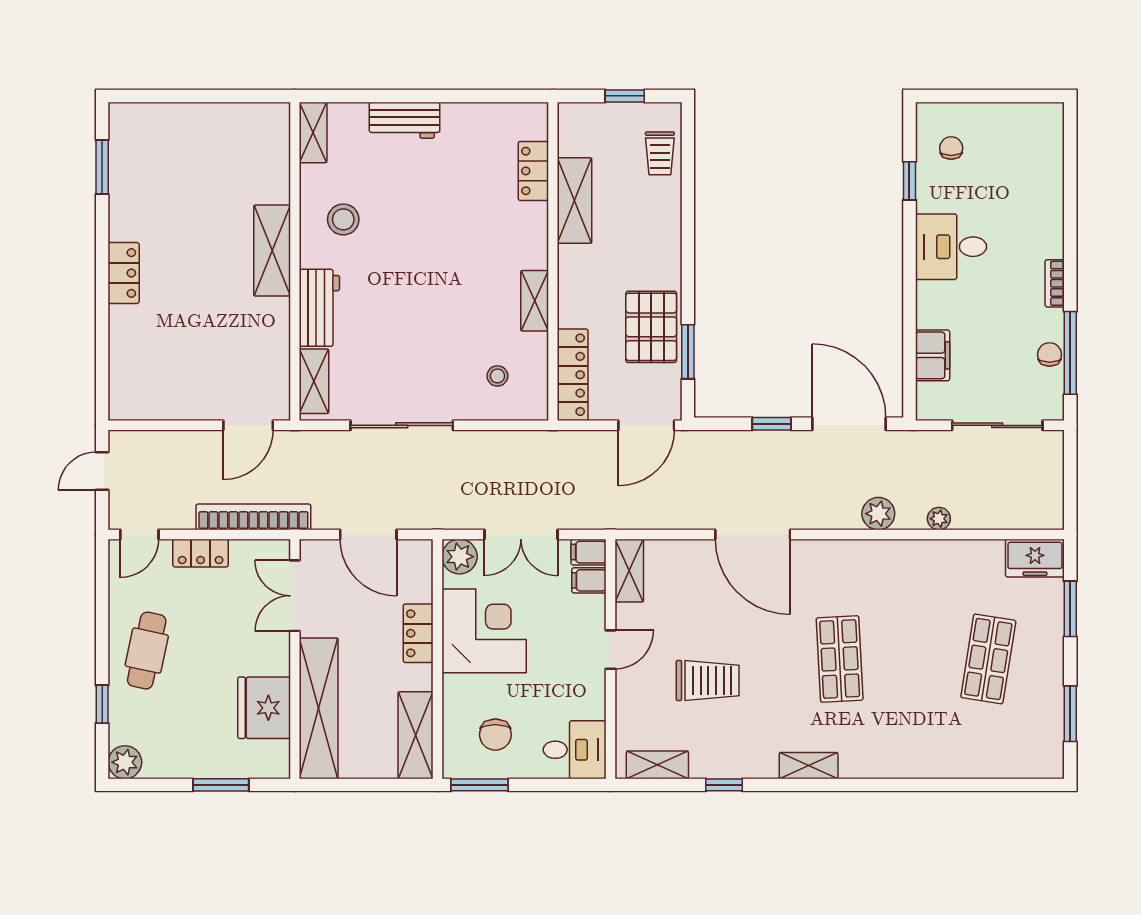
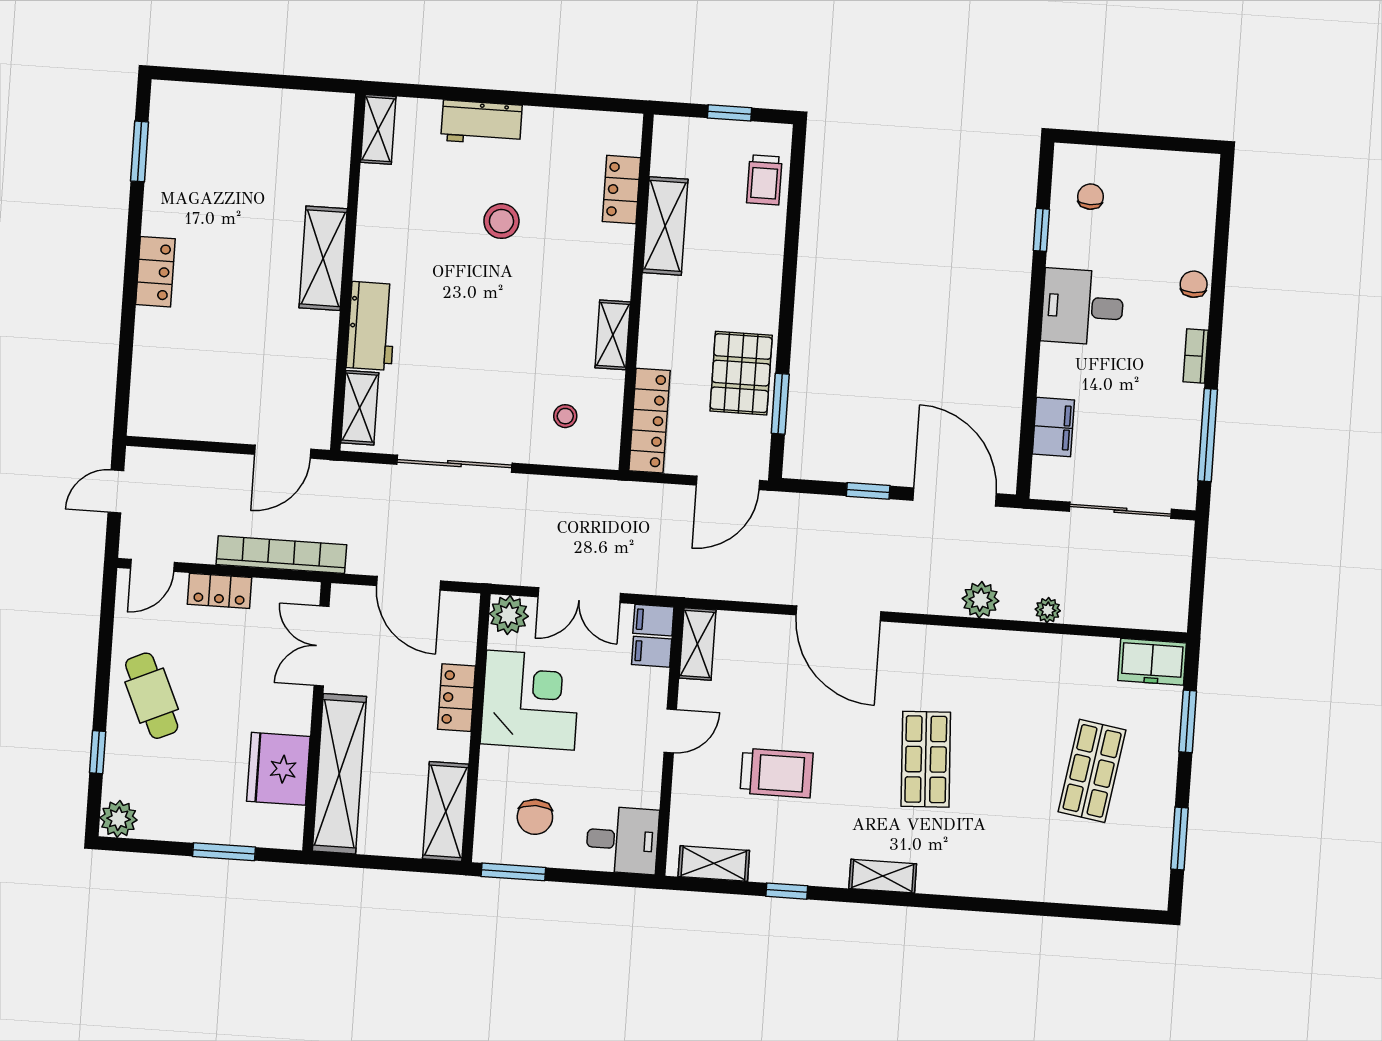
stool: (343, 219) -> (501, 221), moved
chair: (1050, 354) -> (1194, 284), moved
cafe table: (147, 651) -> (152, 696), turned -36

